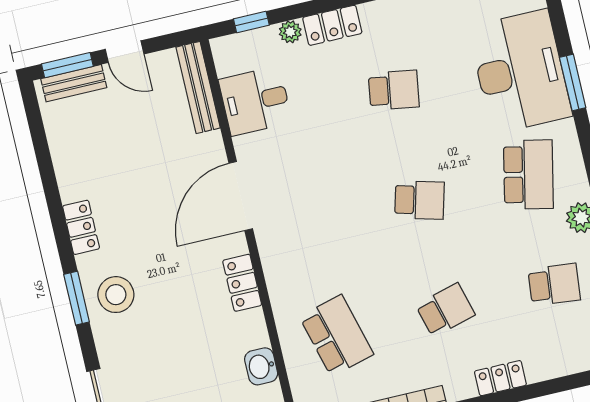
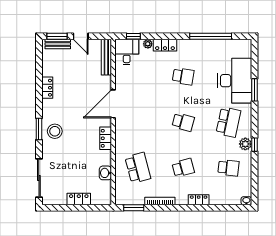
desk: (255, 101) -> (127, 52), moved, turned 90
locker: (81, 227) -> (47, 88), moved

